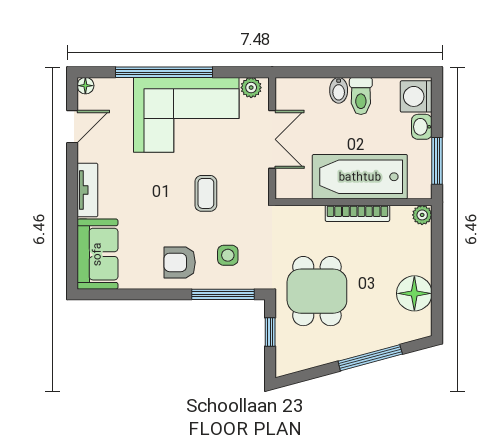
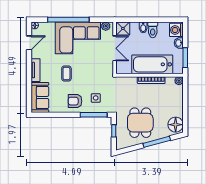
shower: (291, 93) -> (123, 28), added
coffee table: (206, 193) -> (66, 73), moved
dining table: (317, 291) -> (140, 123), moved
floor lamp: (414, 293) -> (176, 125), moved

